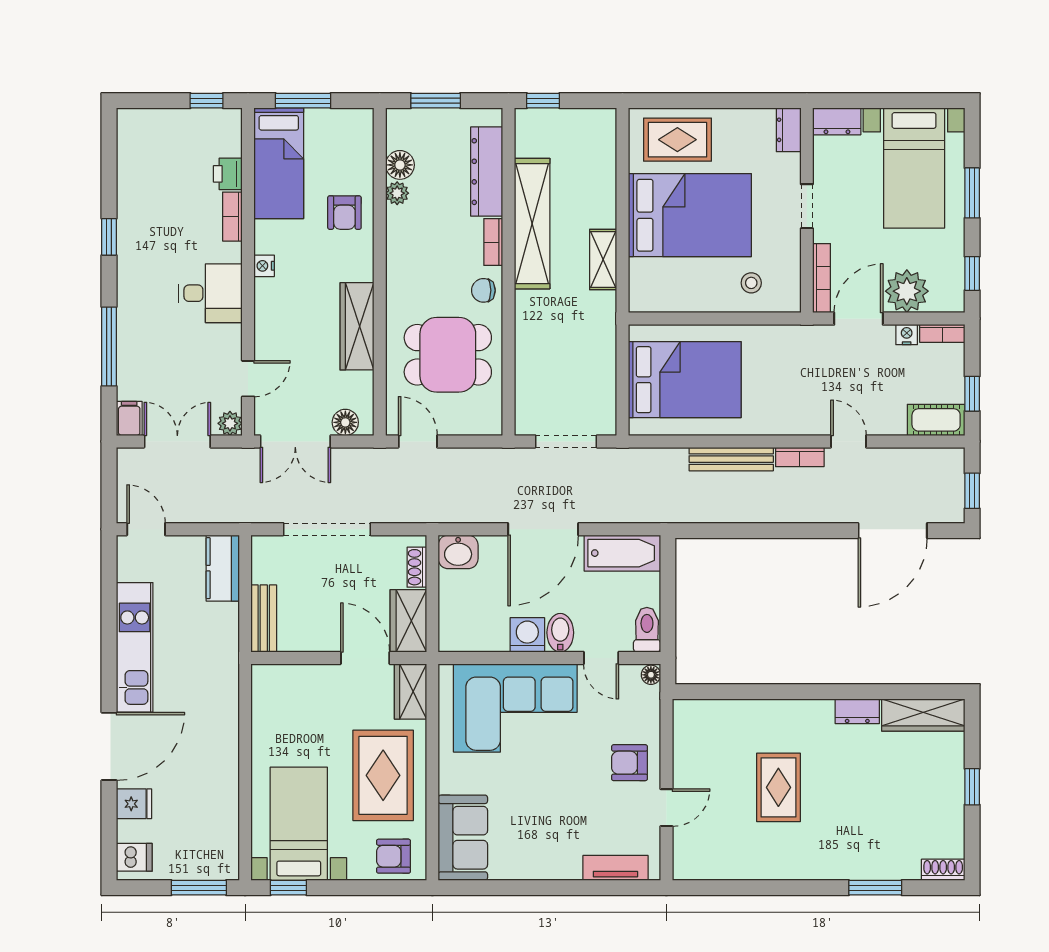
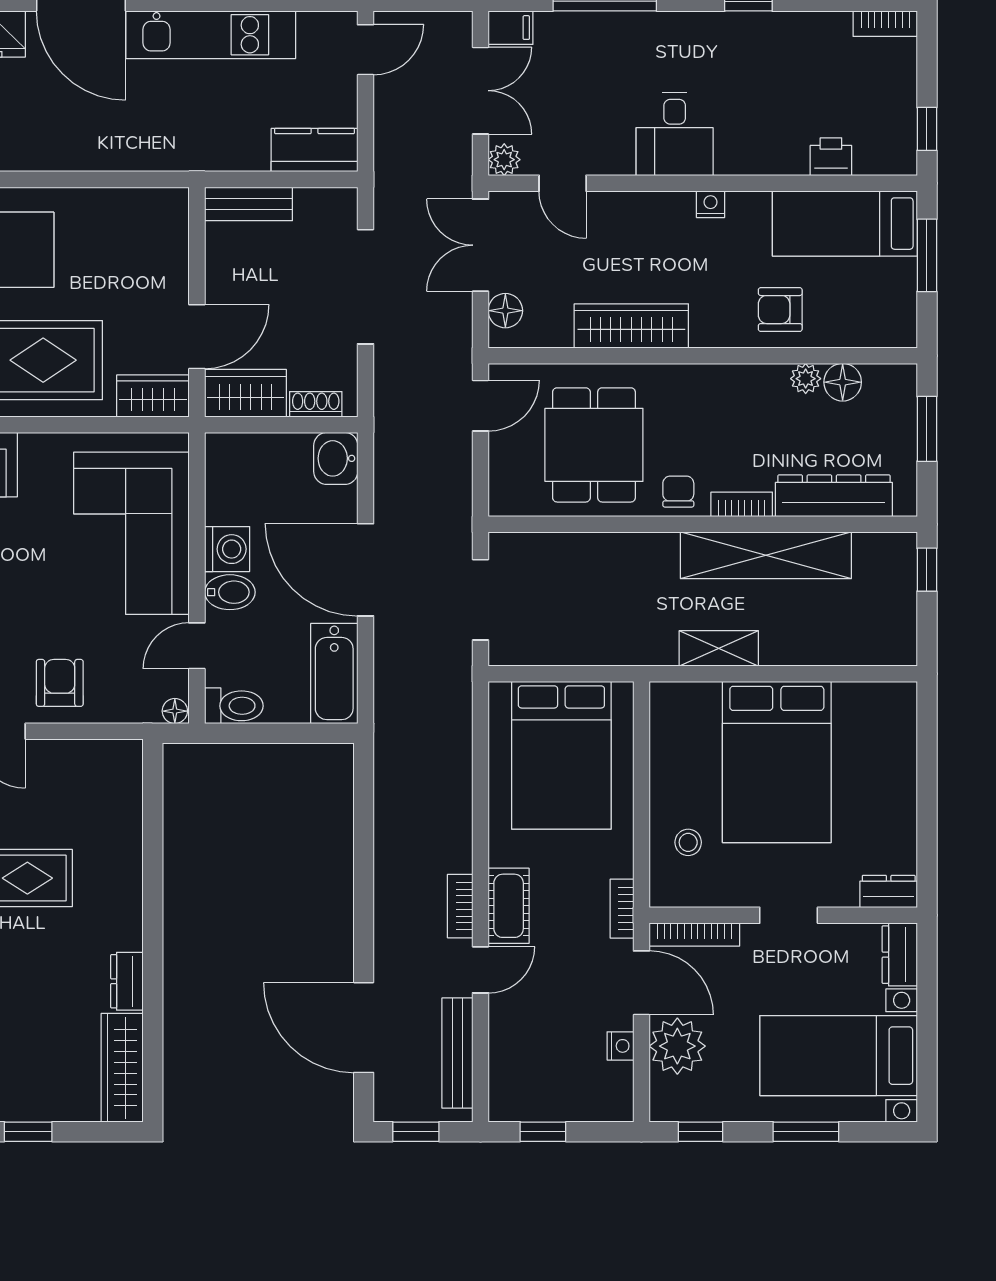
rug: (677, 140) -> (876, 746), removed
bookcase: (232, 217) -> (885, 24), moved, turned 180
bookcase: (942, 333) -> (622, 909), moved
cot: (936, 420) -> (509, 906), moved
bench: (731, 459) -> (457, 1053), moved

